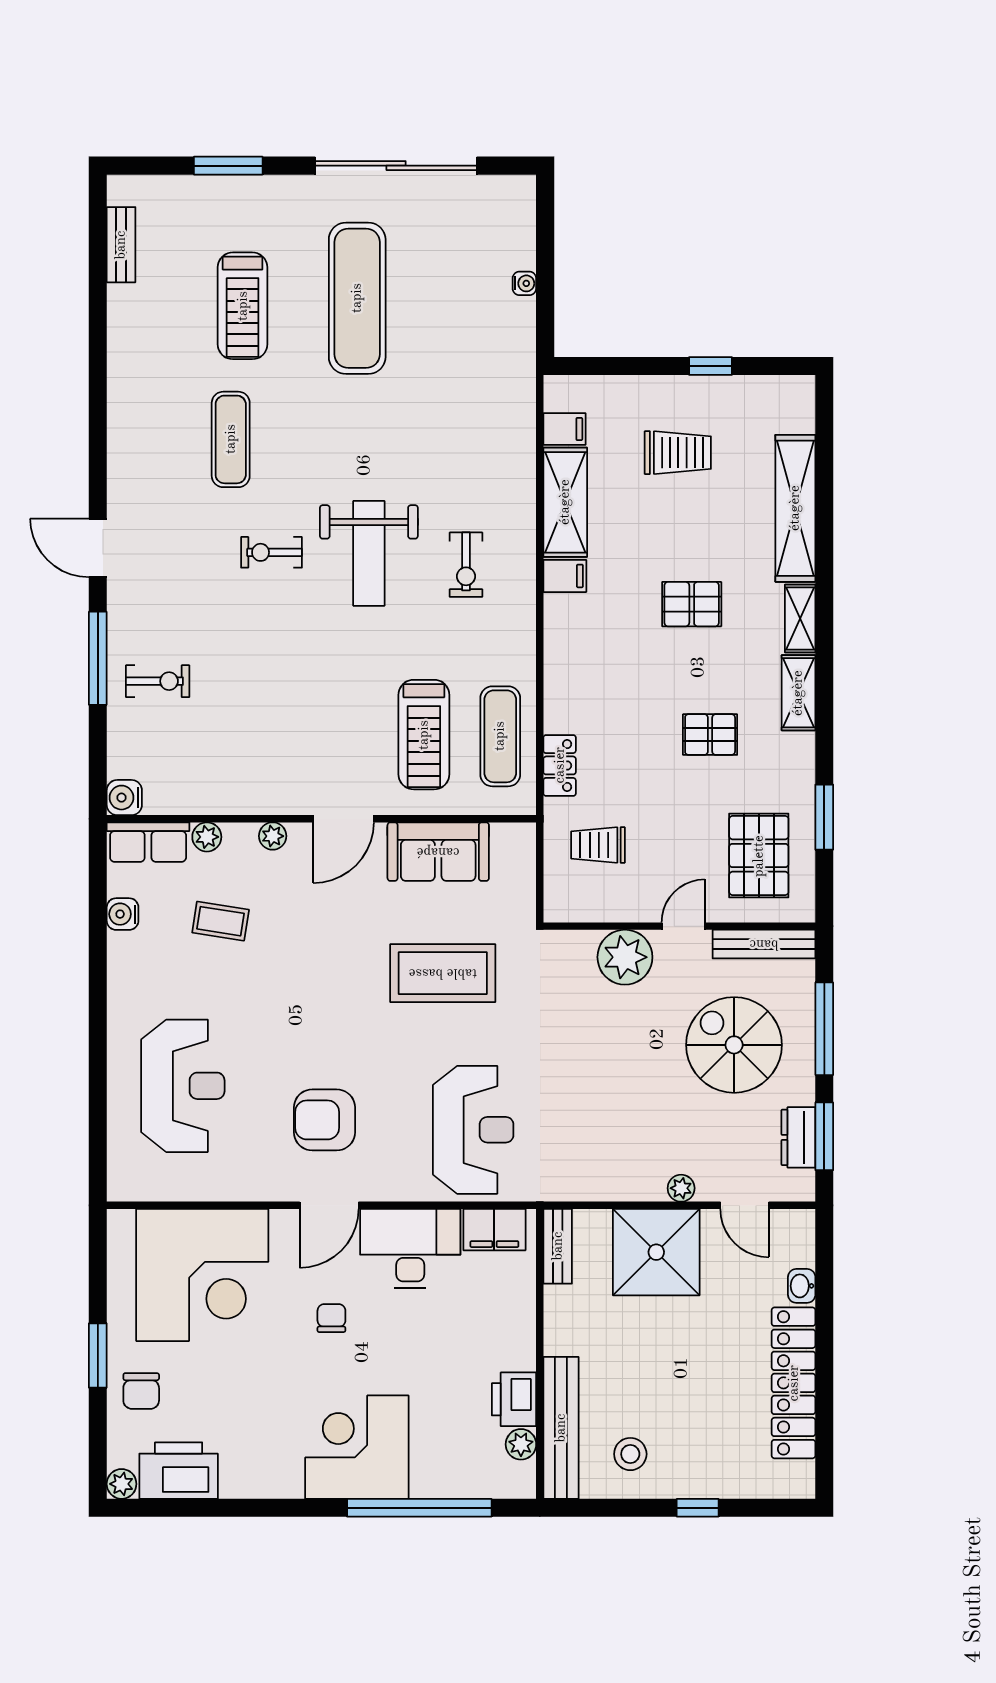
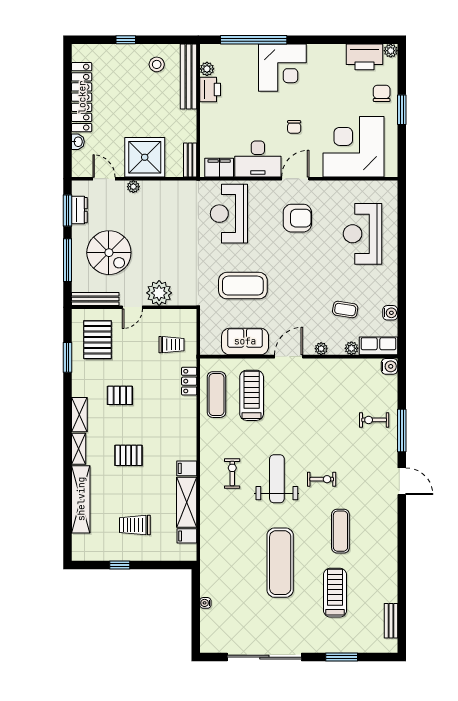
exercise mat: (357, 298) -> (280, 563), moved

